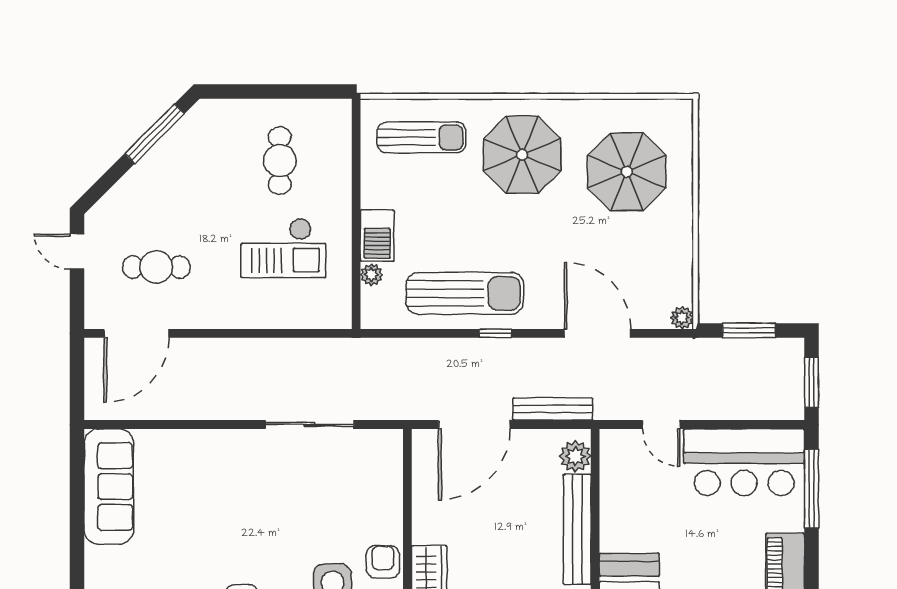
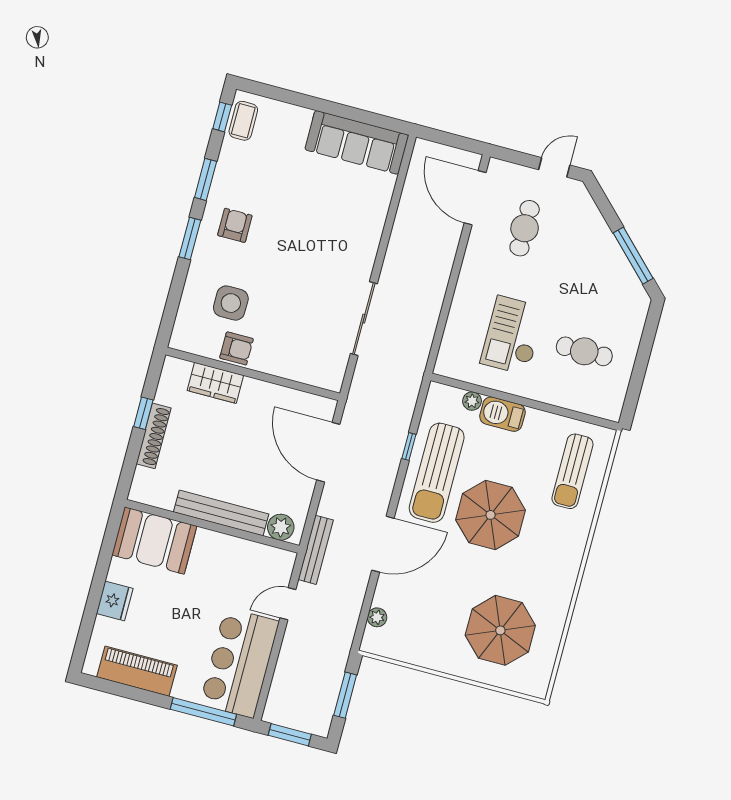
parasol: (522, 155) -> (491, 515), moved
plant: (682, 318) -> (377, 617), moved
window: (496, 333) -> (409, 447), moved
door: (598, 333) -> (383, 544), moved
bench: (553, 409) -> (316, 550), moved

